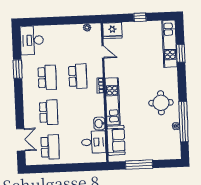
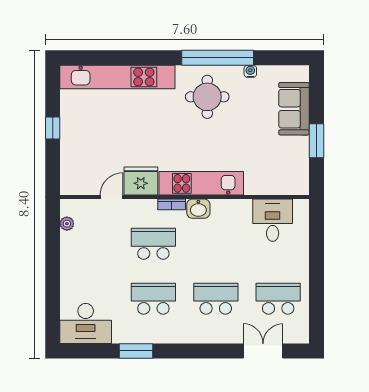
fridge: (112, 30) -> (141, 181), moved, turned -90
kitchen unit: (170, 44) -> (117, 77), width x1.36
window: (181, 53) -> (120, 58), removed
window: (184, 122) -> (218, 58), moved
washbasin: (99, 124) -> (198, 209), moved
sofa: (116, 140) -> (294, 109), moved, turned -90
window: (139, 165) -> (316, 141), width x0.69

